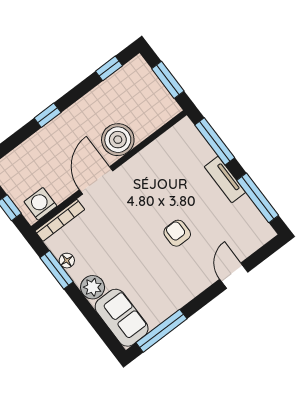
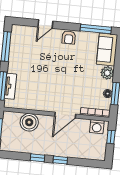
window: (109, 68) -> (38, 158), moved
boiler: (118, 140) -> (29, 122), moved
tv unit: (225, 180) -> (10, 86), moved
armchair: (177, 233) -> (69, 37), moved

